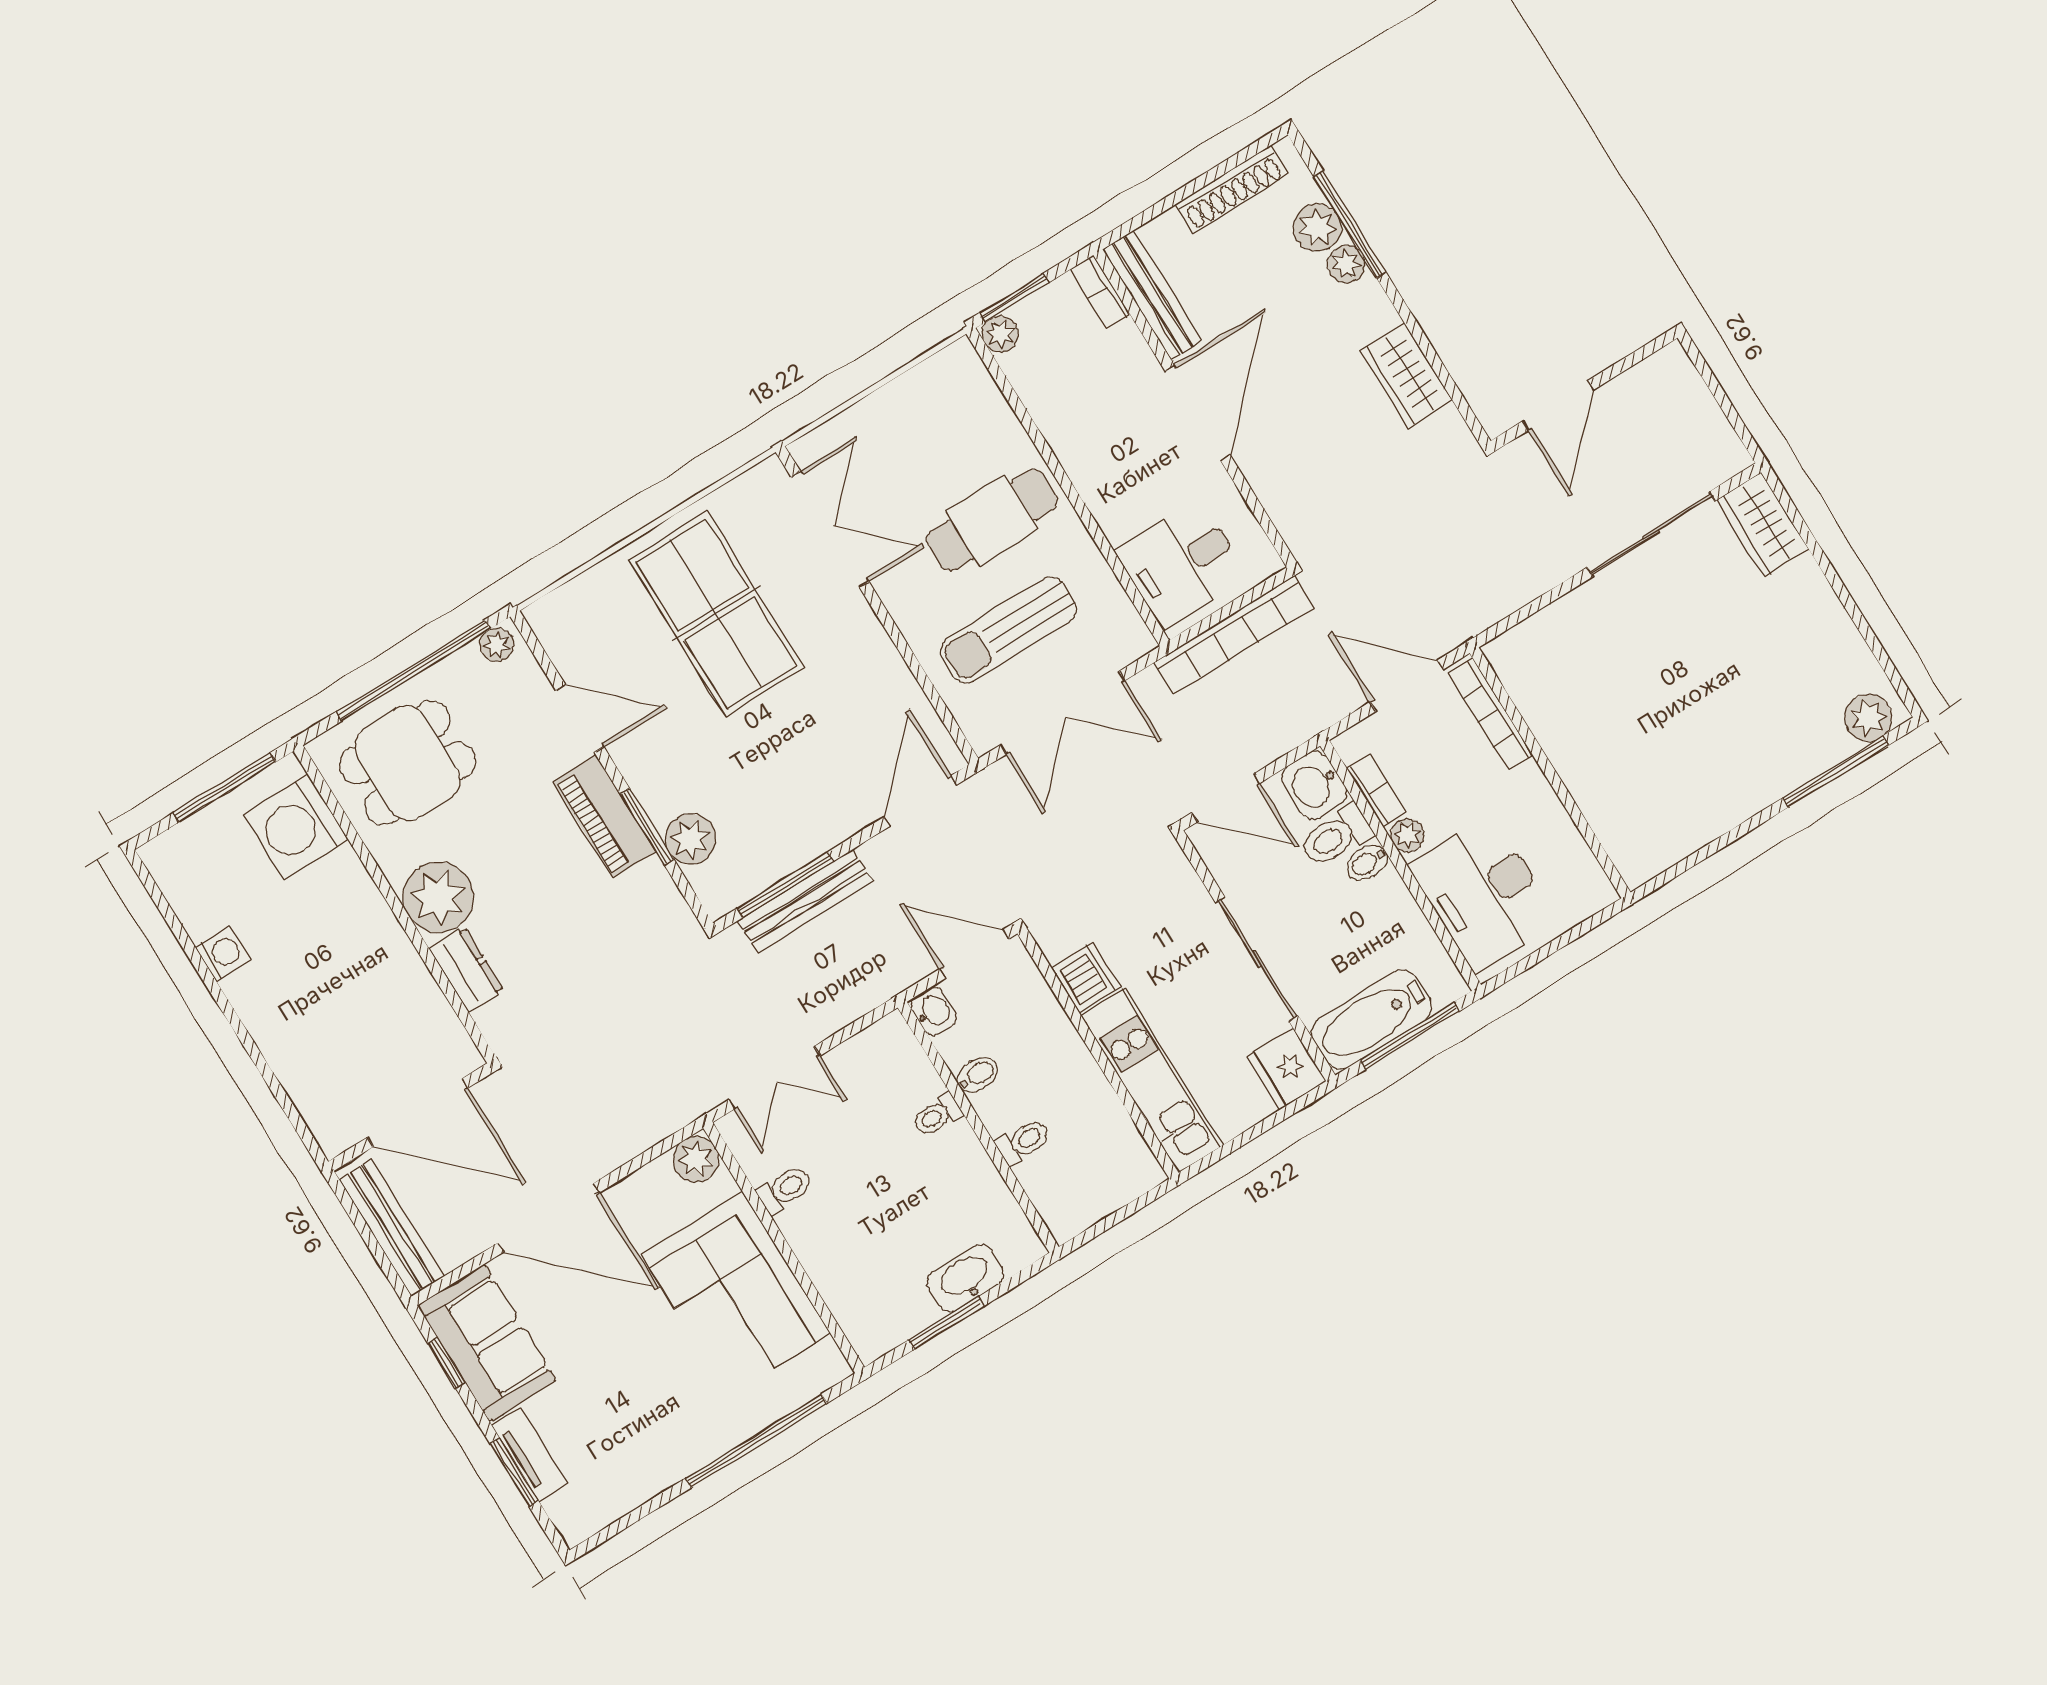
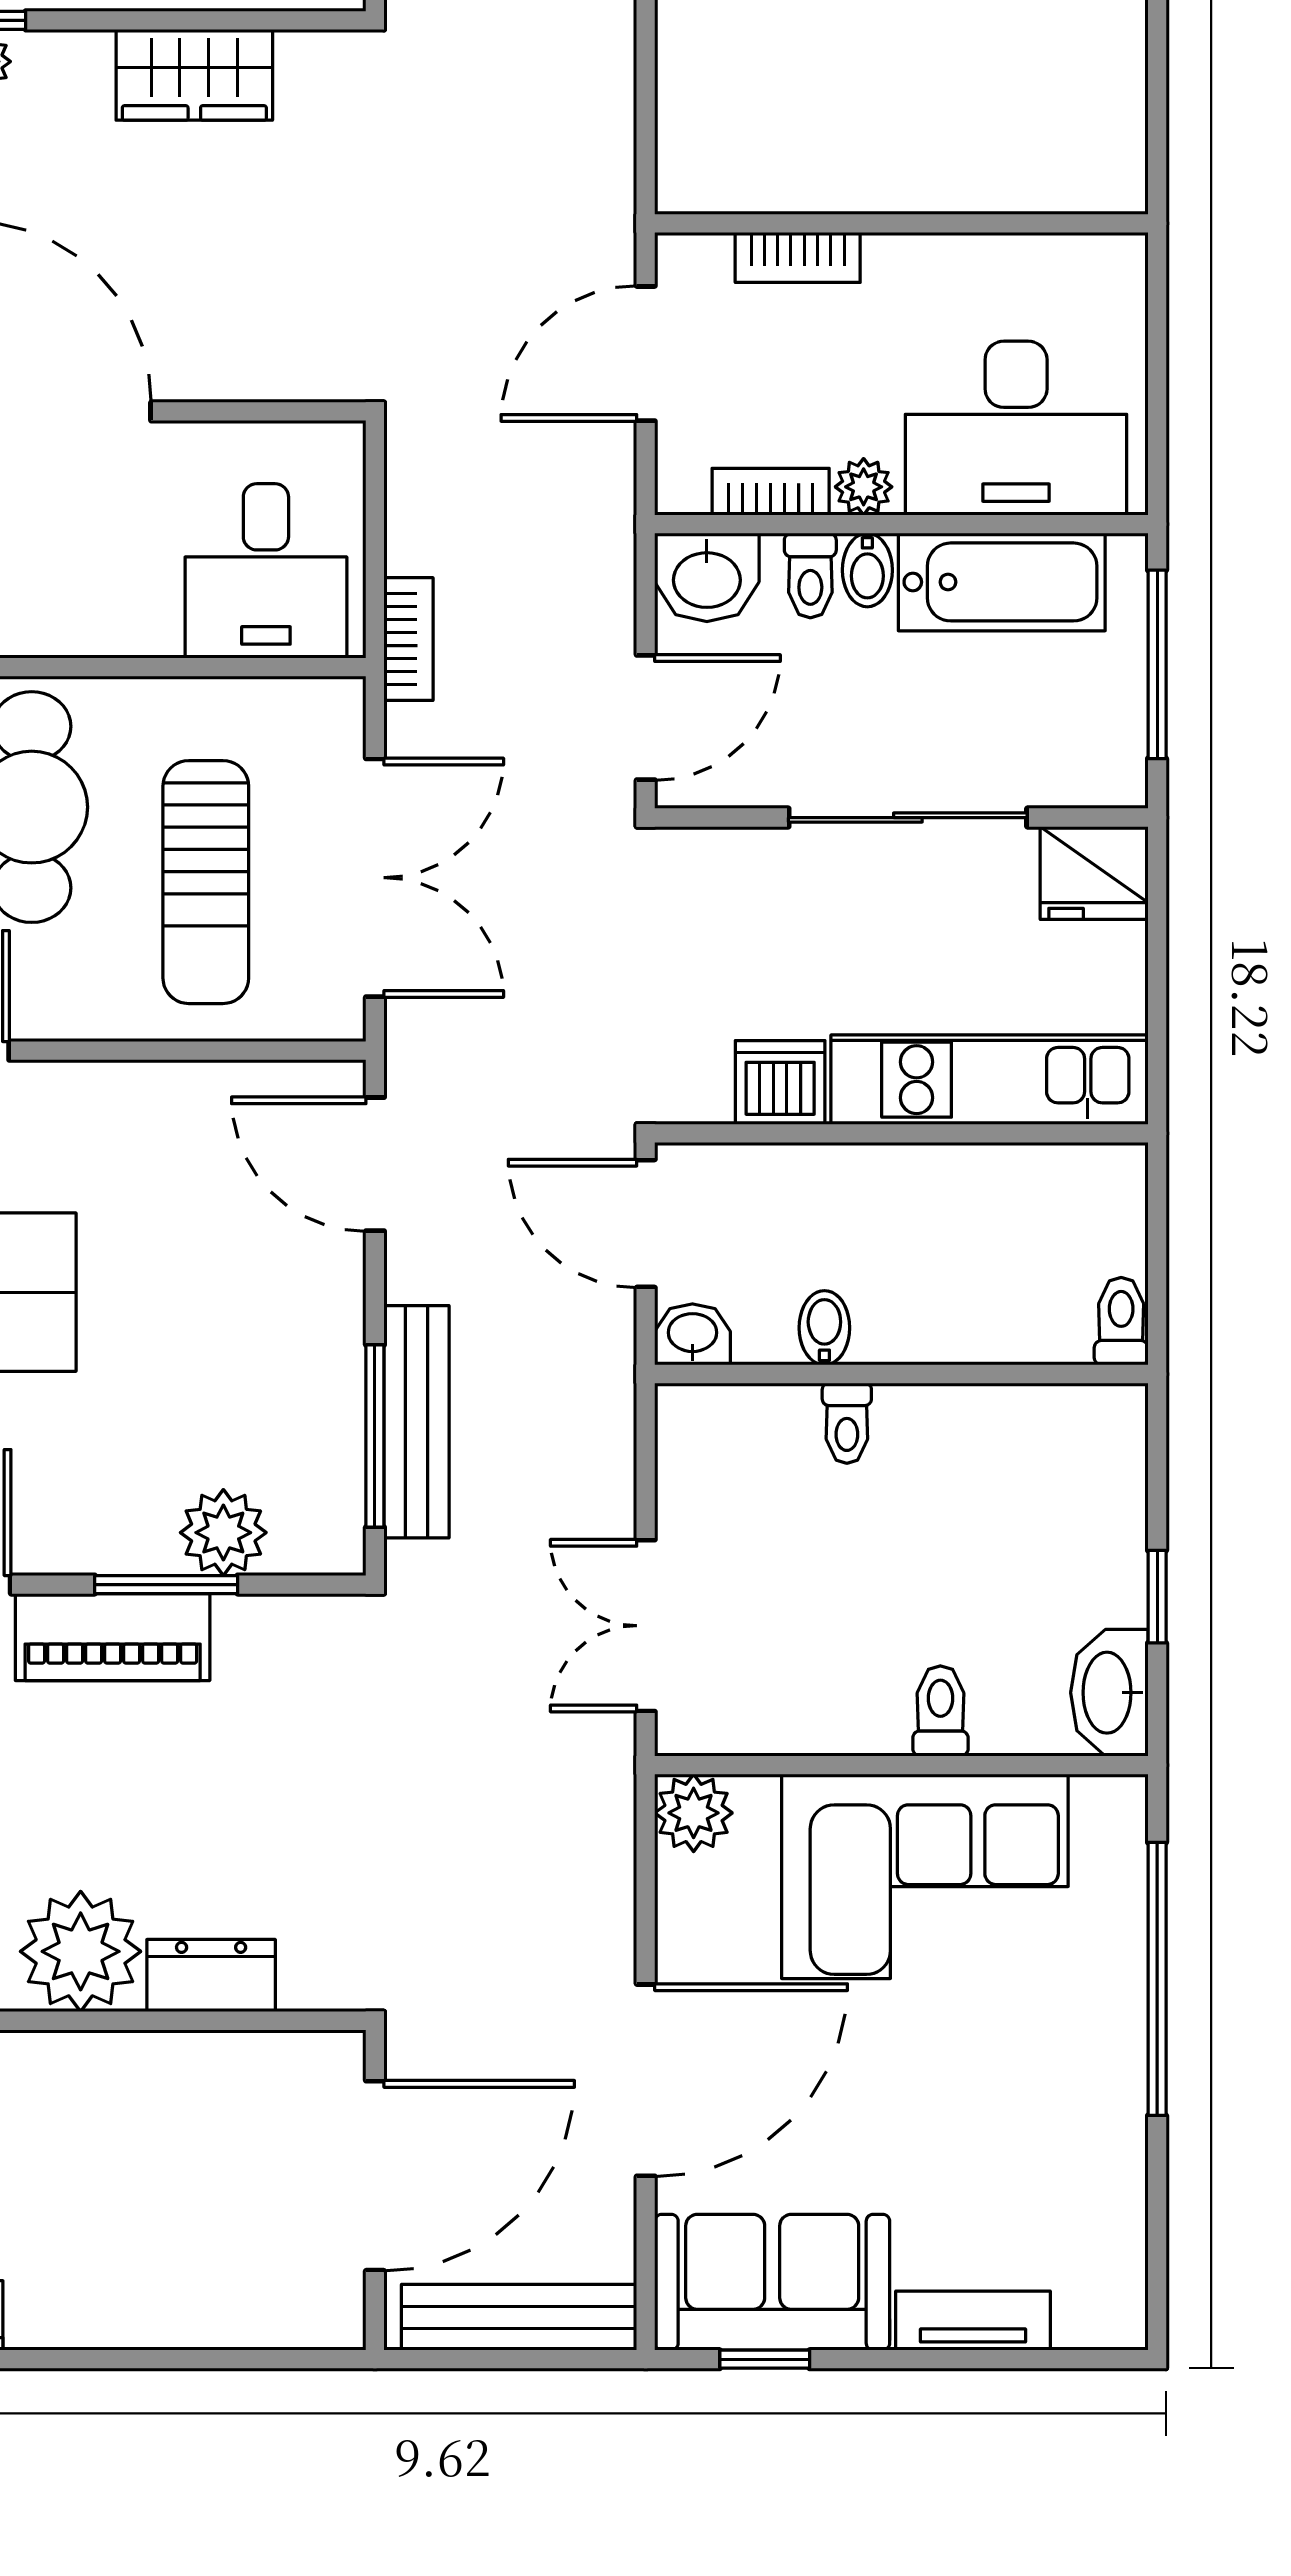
bookcase: (1234, 635) -> (408, 639), width x0.43, depth x0.76
bookcase: (1490, 714) -> (798, 257), width x0.64
toilet: (1336, 836) -> (810, 576), width x0.73, depth x0.72
door: (974, 954) -> (646, 1223), hinge flipped
bathtub: (1372, 1020) -> (1002, 582), moved, turned -90
double door: (774, 1078) -> (646, 1626), swing flipped
toilet: (1023, 1142) -> (1121, 1321), moved
toilet: (785, 1189) -> (940, 1711), moved
washbasin: (966, 1278) -> (1109, 1693), moved
window: (946, 1323) -> (1157, 1597), width x0.67
window: (514, 1472) -> (984, 2359), removed

